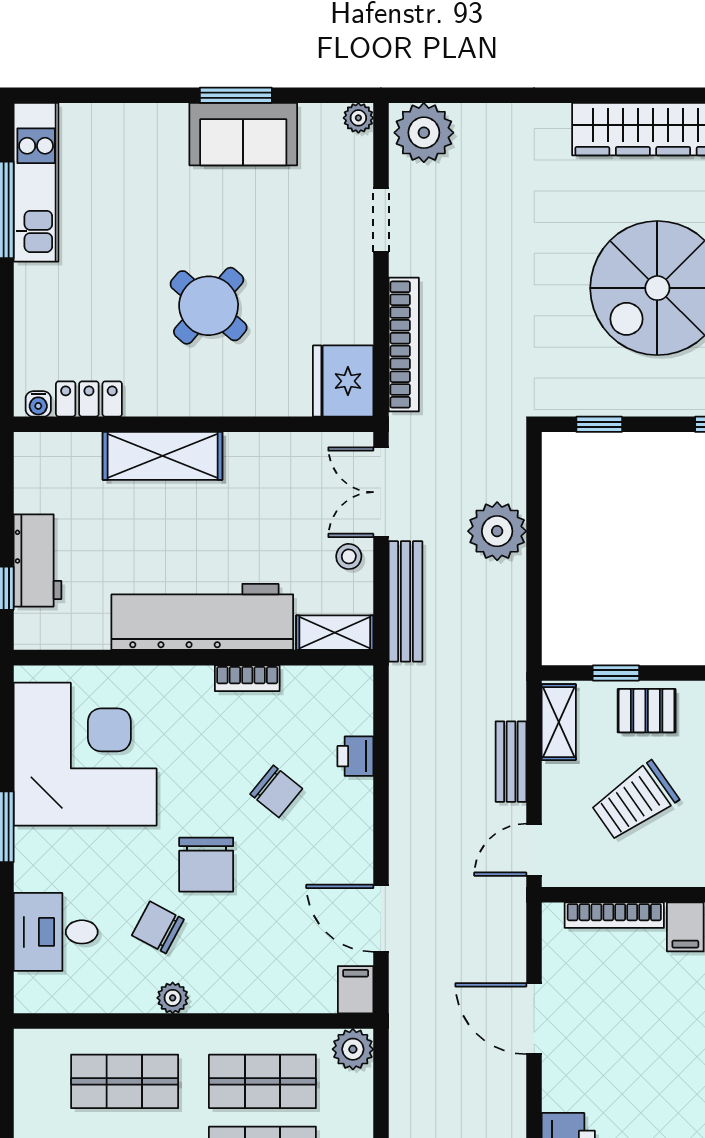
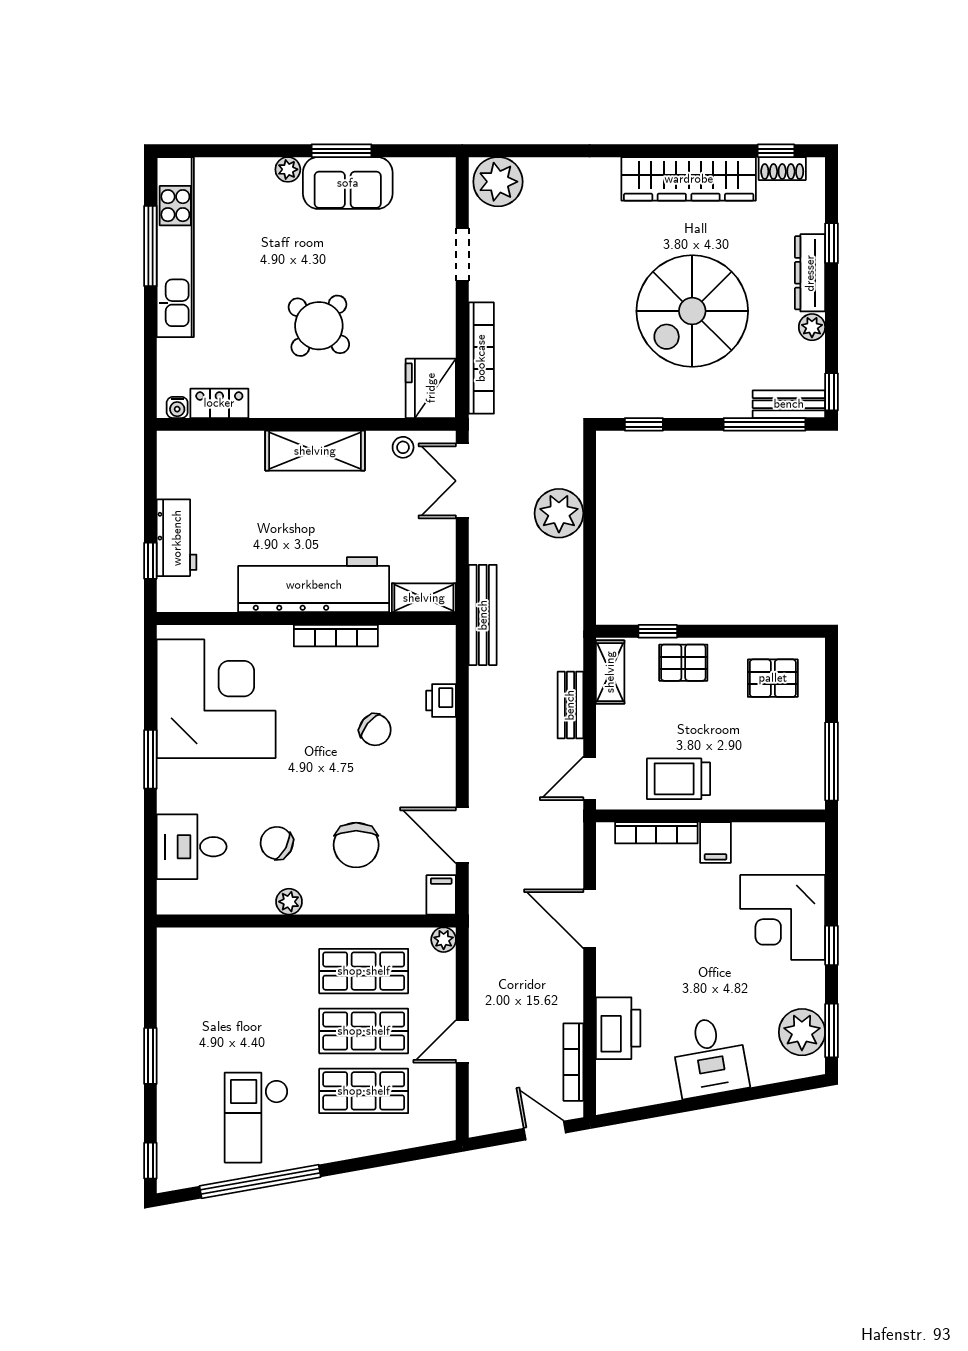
plant: (358, 118) -> (288, 169), moved
kitchen unit: (36, 182) -> (175, 247), width x1.36
shelving: (163, 456) -> (315, 451), moved
stool: (349, 556) -> (403, 447), moved
bench: (405, 601) -> (483, 615), moved
bookcase: (247, 678) -> (336, 636), width x1.56
trolley: (635, 801) -> (679, 779), moved, turned 35
chair: (206, 865) -> (356, 845), moved
plant: (353, 1049) -> (444, 940), width x0.73, depth x0.73
shop shelf: (125, 1081) -> (249, 971), removed

